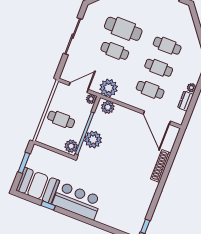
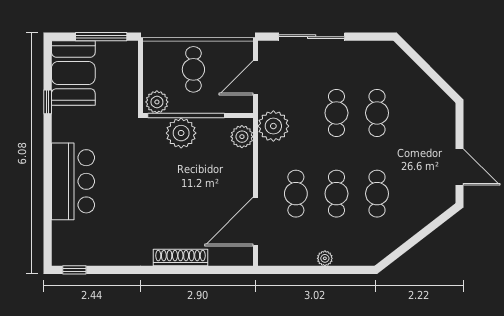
cafe table: (123, 29) -> (377, 113), width x0.73, depth x0.74
sliding door: (73, 36) -> (312, 37), moved
door: (79, 87) -> (256, 78), swing flipped
plant: (91, 99) -> (245, 105), removed
dresser: (186, 101) -> (300, 257), removed
window: (24, 163) -> (101, 37), width x1.44
bar counter: (77, 201) -> (73, 181), moved

